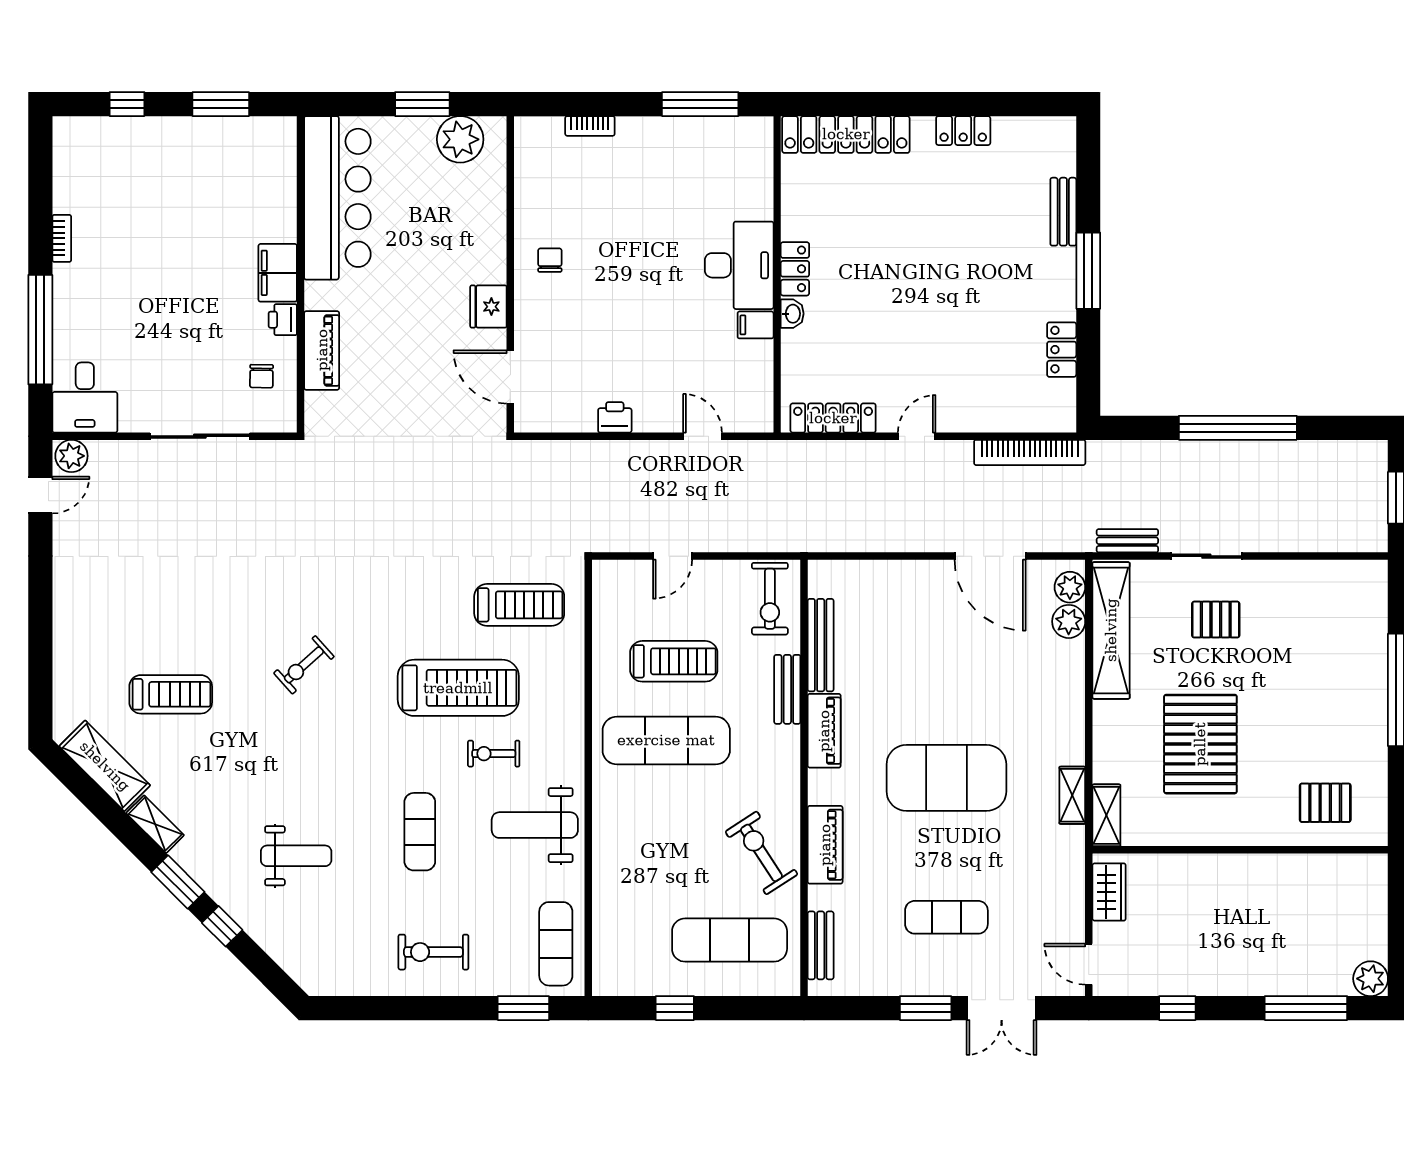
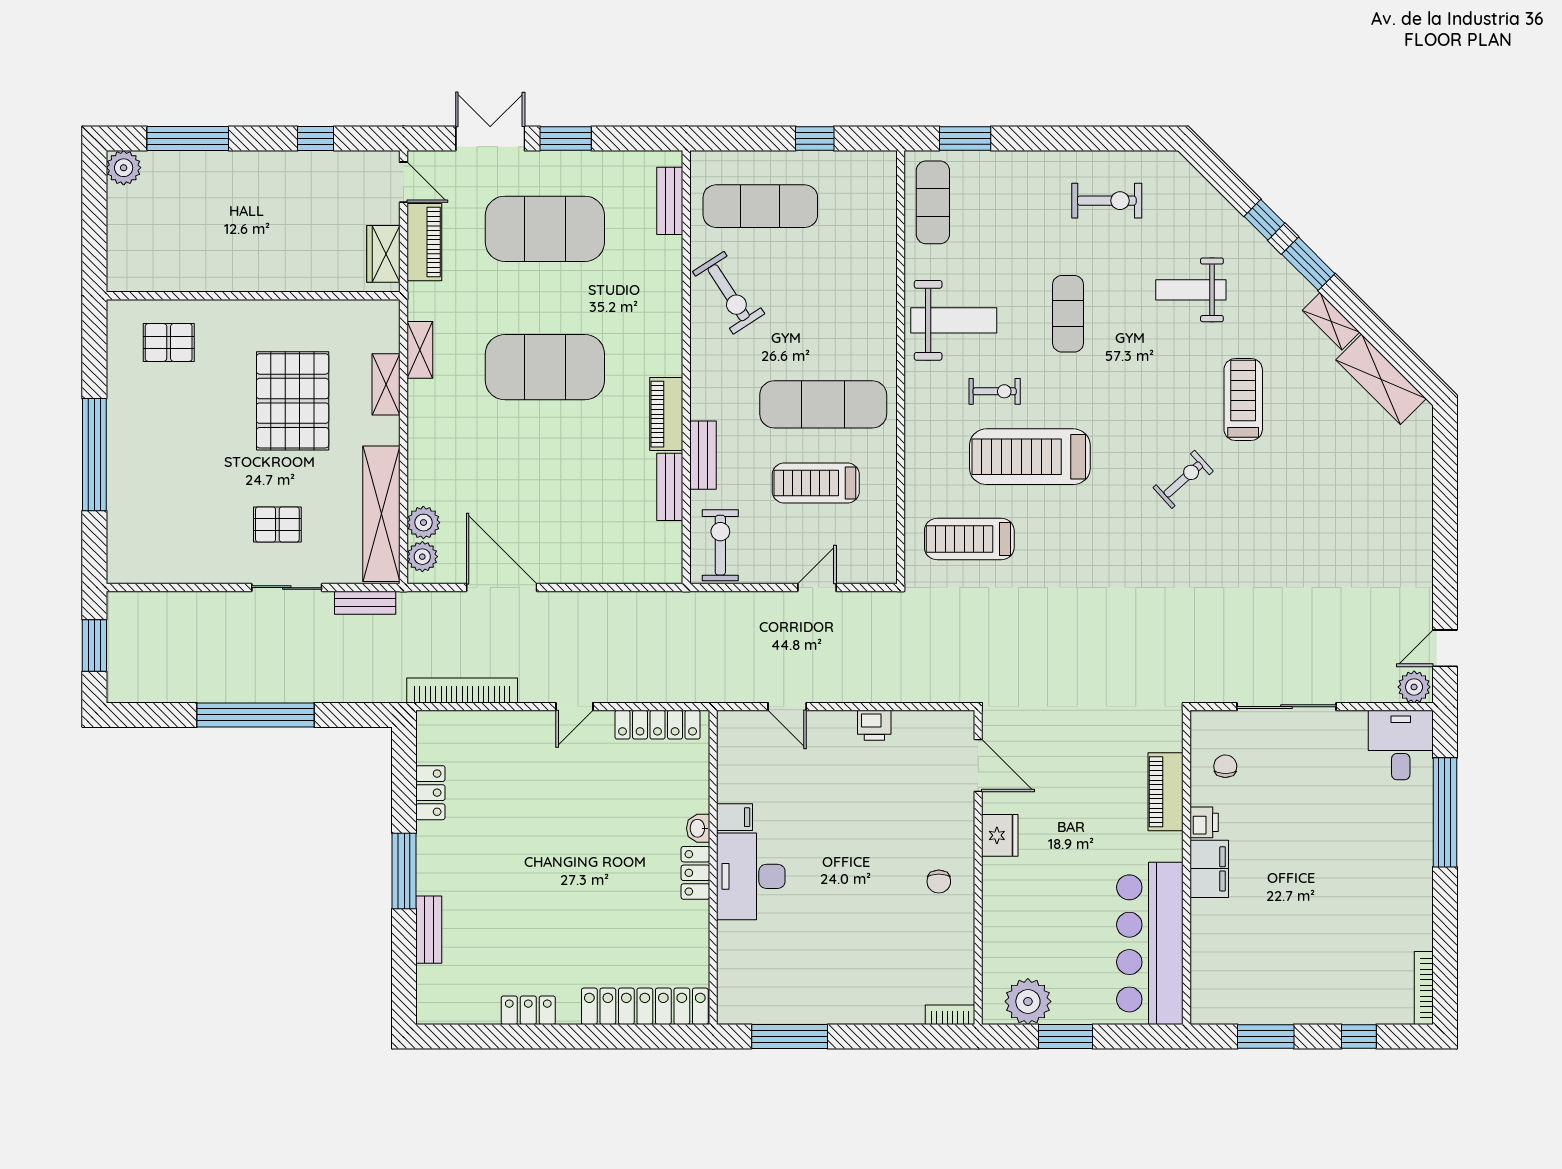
bookcase: (590, 126) -> (950, 1015), moved
bookcase: (62, 238) -> (1424, 988), moved, width x1.56
bench: (821, 645) -> (670, 487), width x0.73
treadmill: (171, 694) -> (1243, 400), moved, turned 90
shelving: (1106, 815) -> (386, 384), moved
piano: (825, 845) -> (424, 242), moved, turned 180
exercise mat: (946, 917) -> (545, 229), width x2.00, depth x1.45
exercise bike: (433, 952) -> (1107, 201), moved

